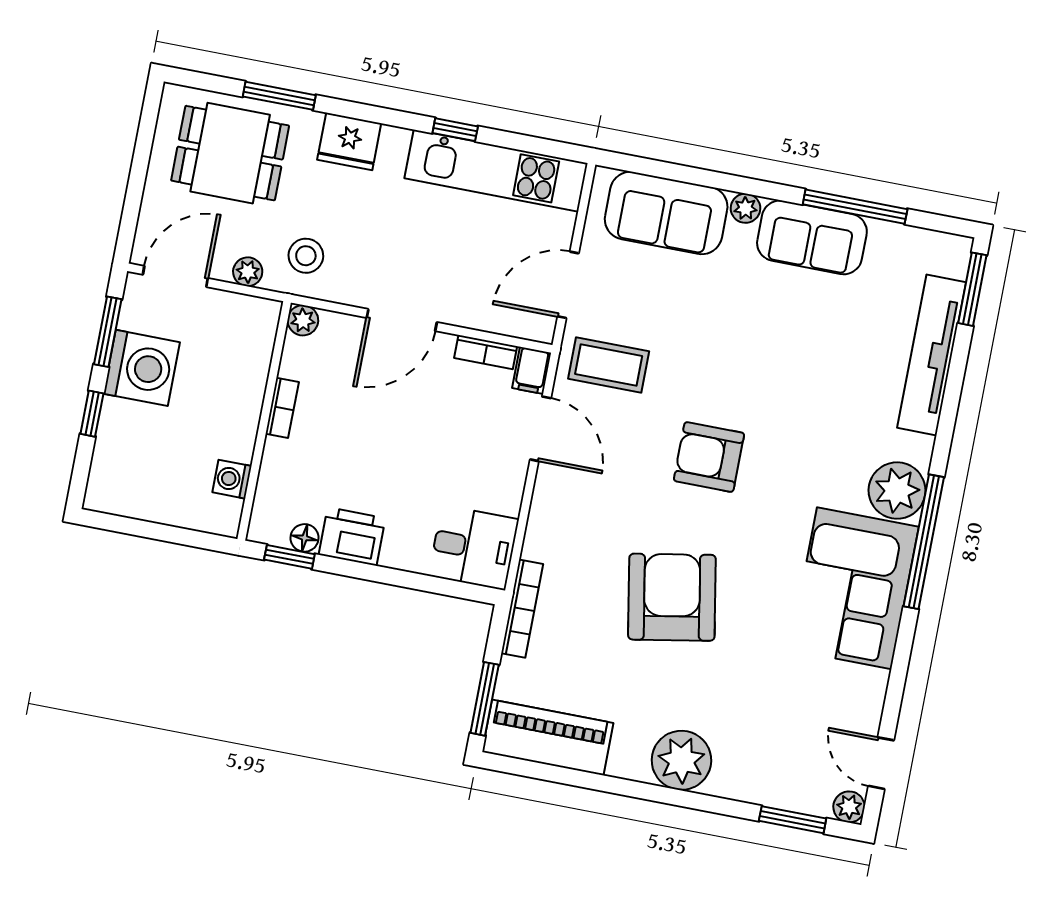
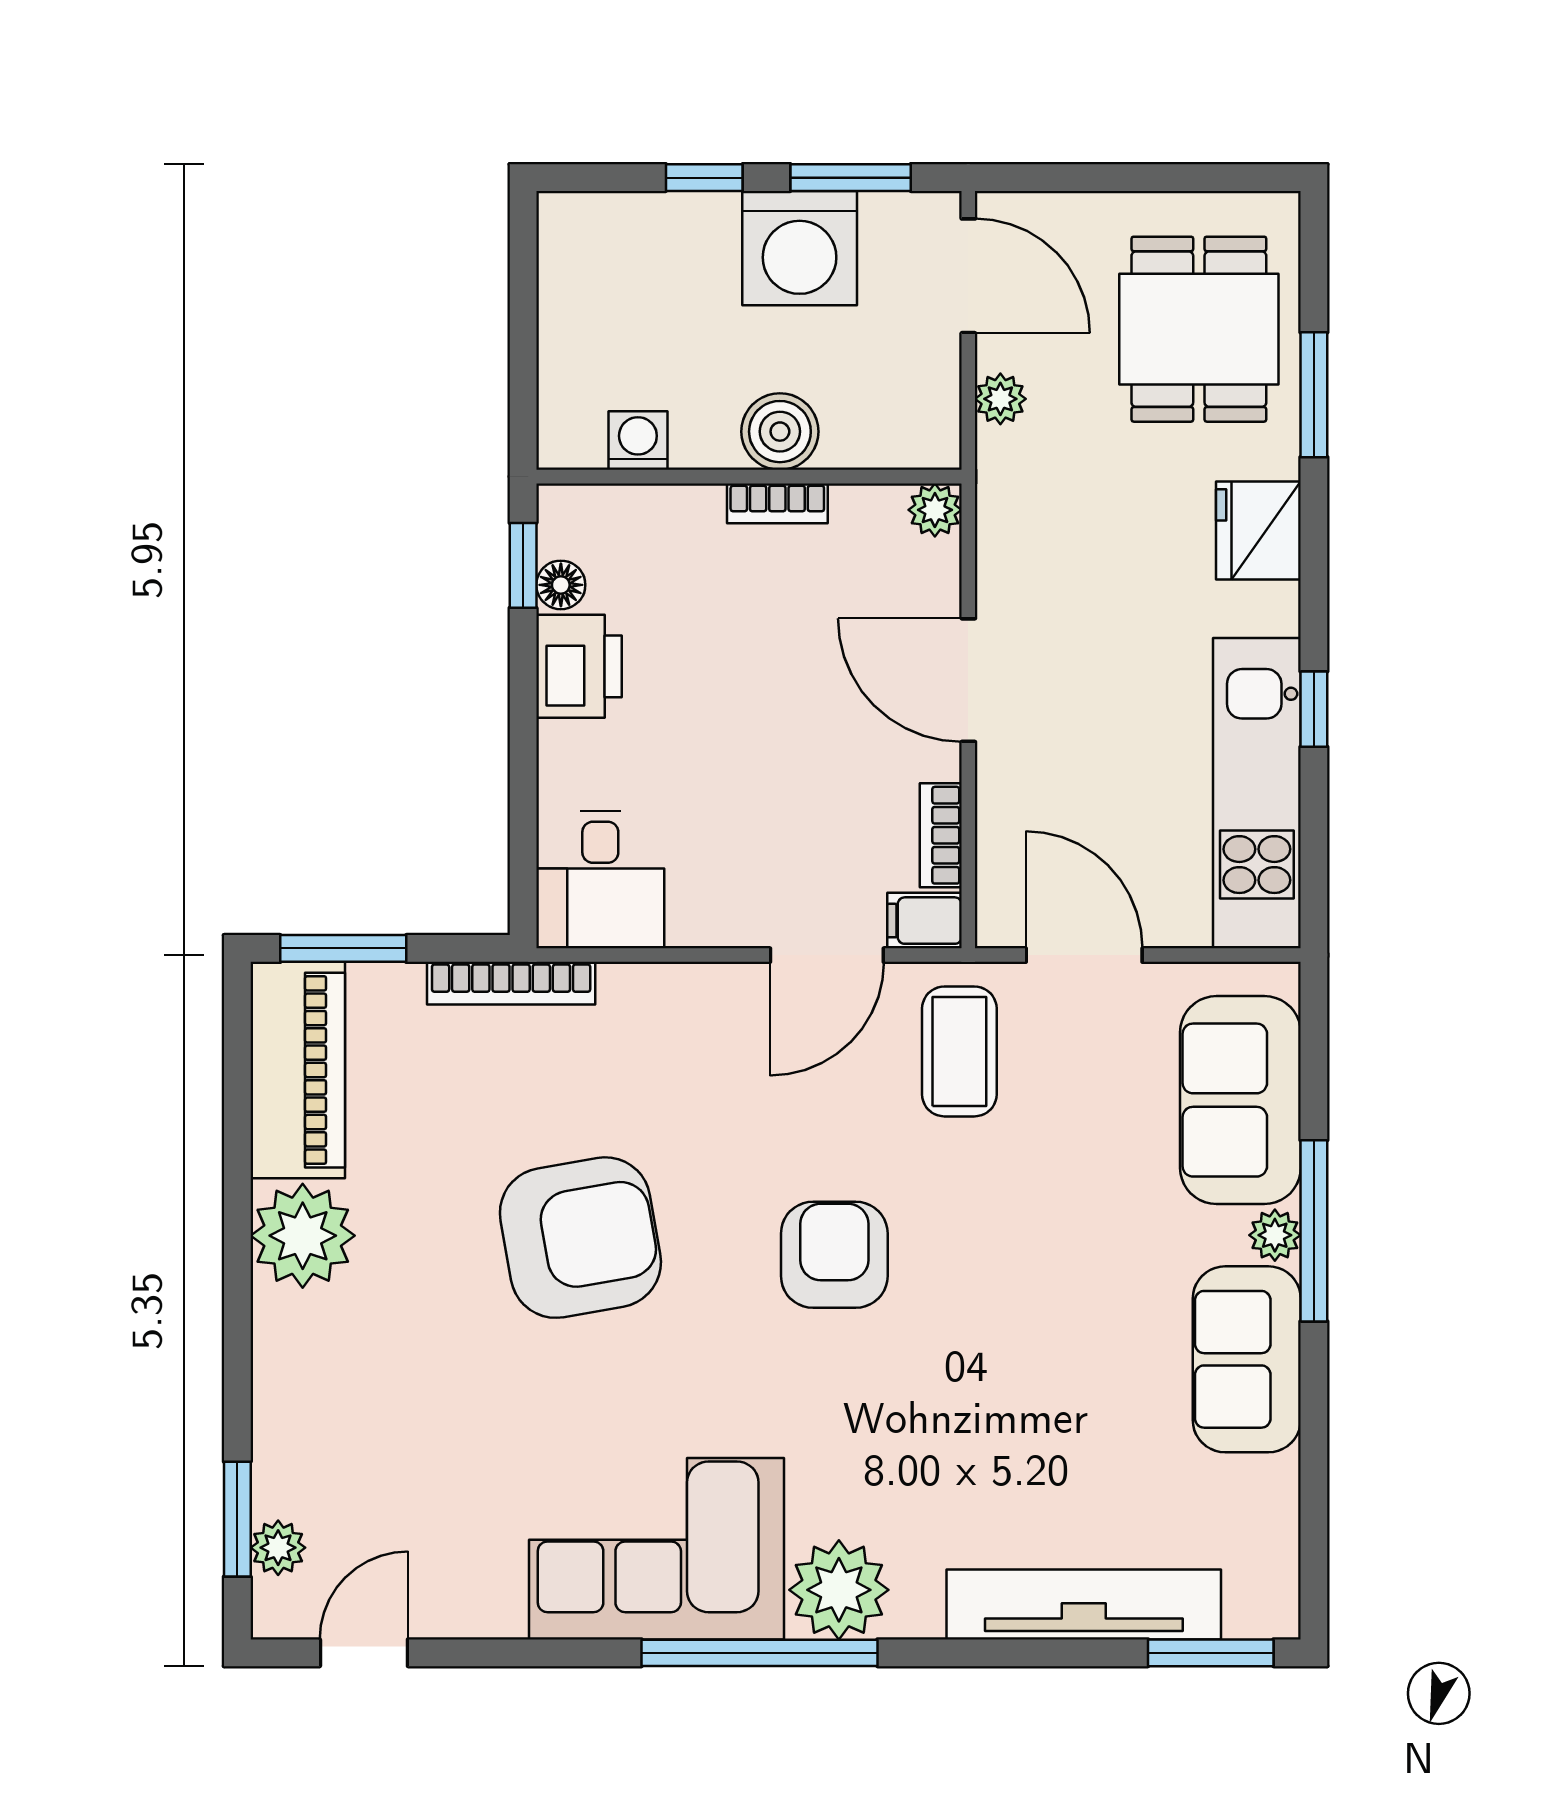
window: (855, 207) -> (1314, 1231), moved
stool: (306, 256) -> (1047, 494), removed
boiler: (242, 399) -> (780, 432), added
plant: (681, 760) -> (303, 1236), moved
plant: (849, 807) -> (278, 1548), moved

